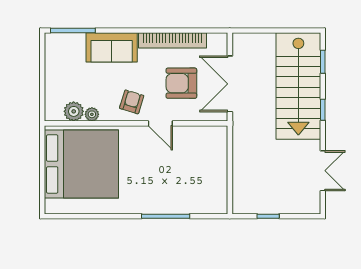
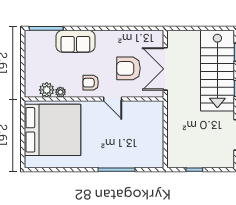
bookcase: (173, 40) -> (122, 36), removed
armchair: (132, 102) -> (91, 83), turned -107

